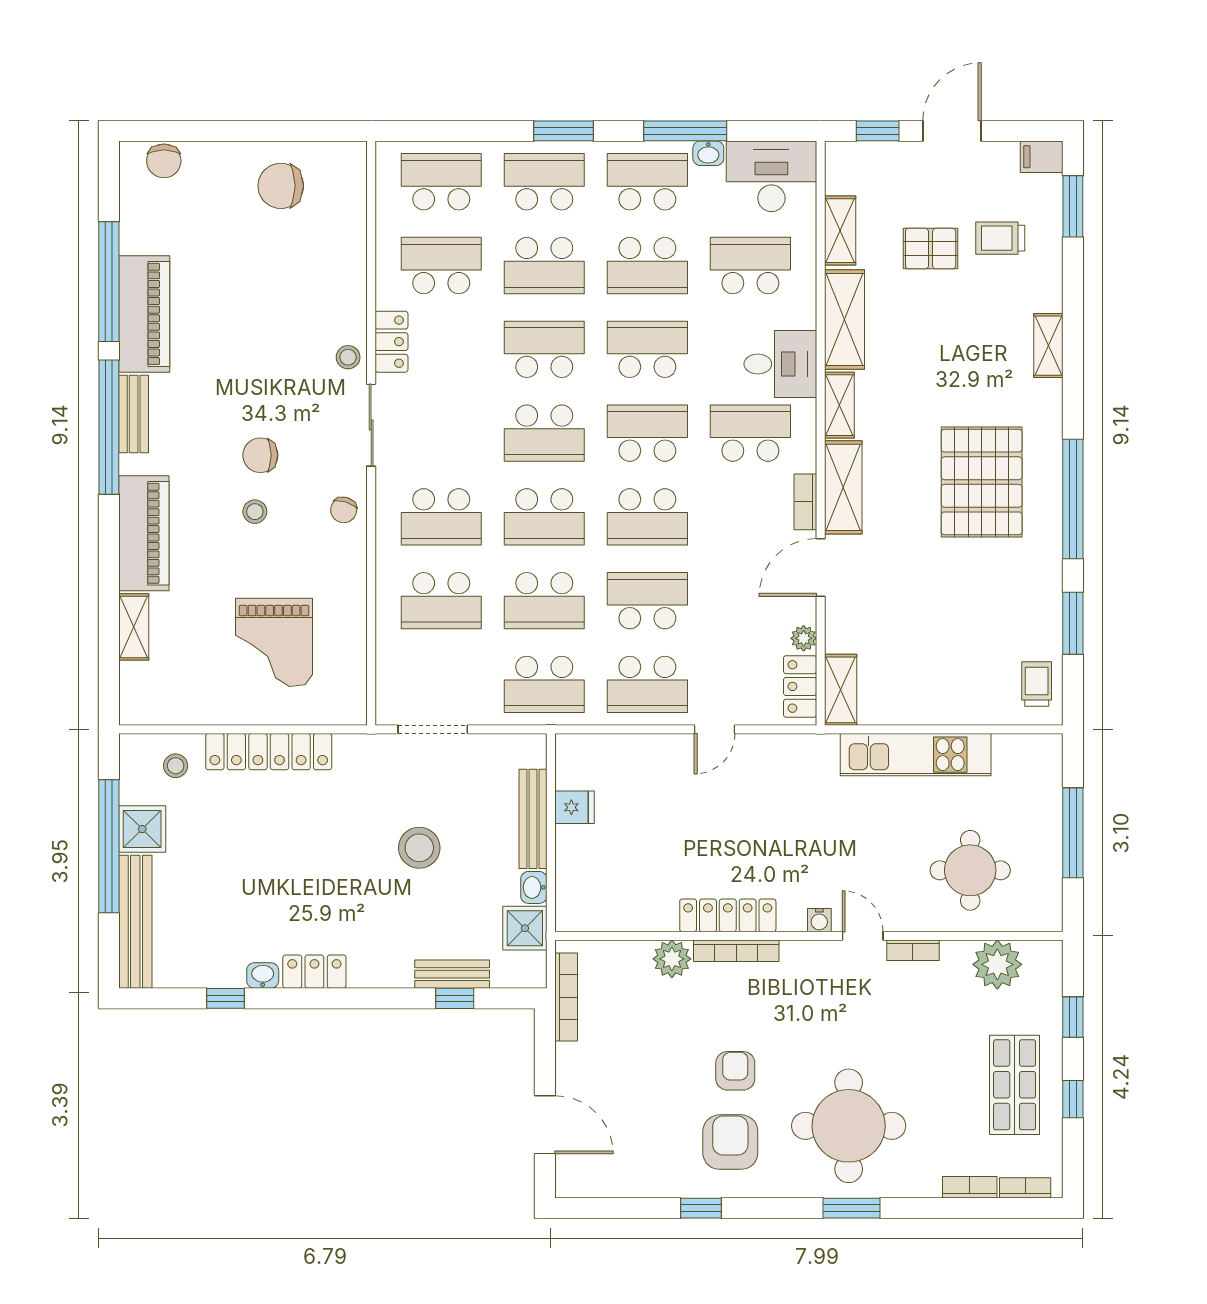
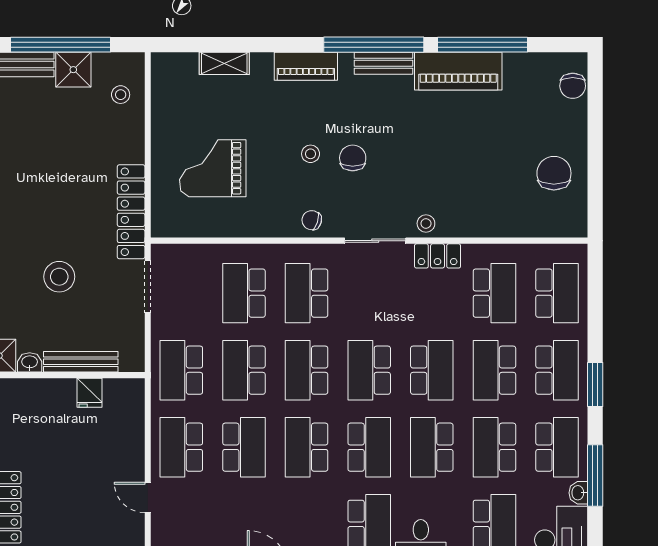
chair: (164, 161) -> (573, 86), turned -90
school desk: (647, 349) -> (432, 447), turned 180
piano: (144, 533) -> (306, 66), width x0.73, depth x0.75
locker: (269, 752) -> (131, 212), moved

